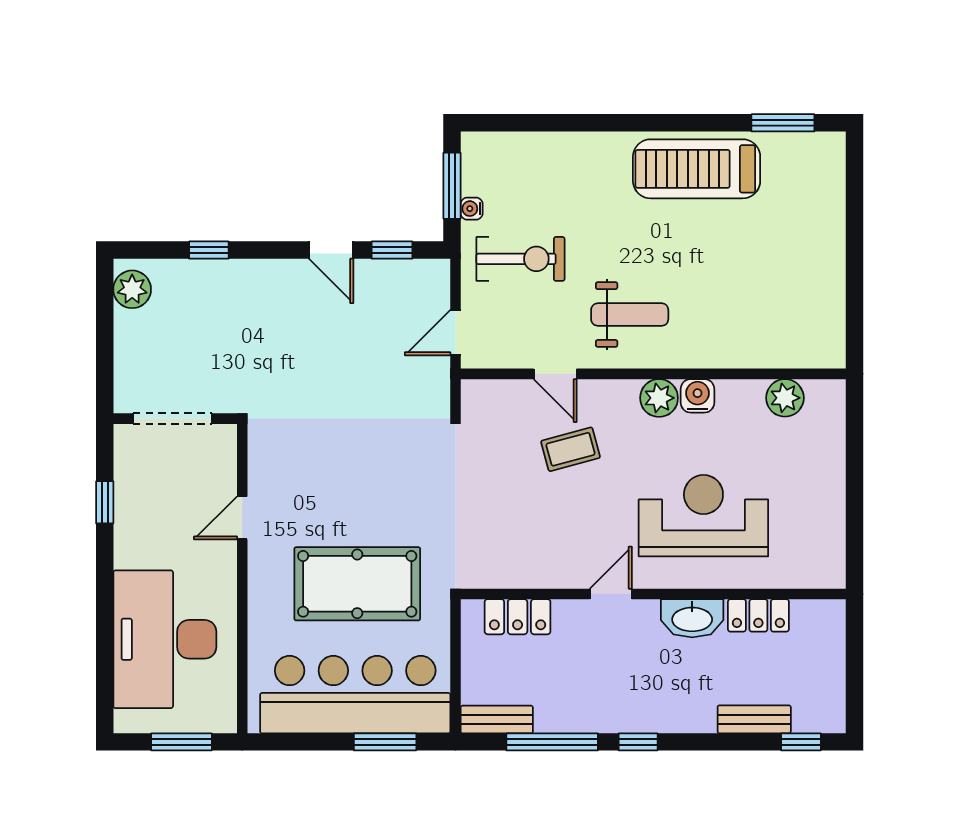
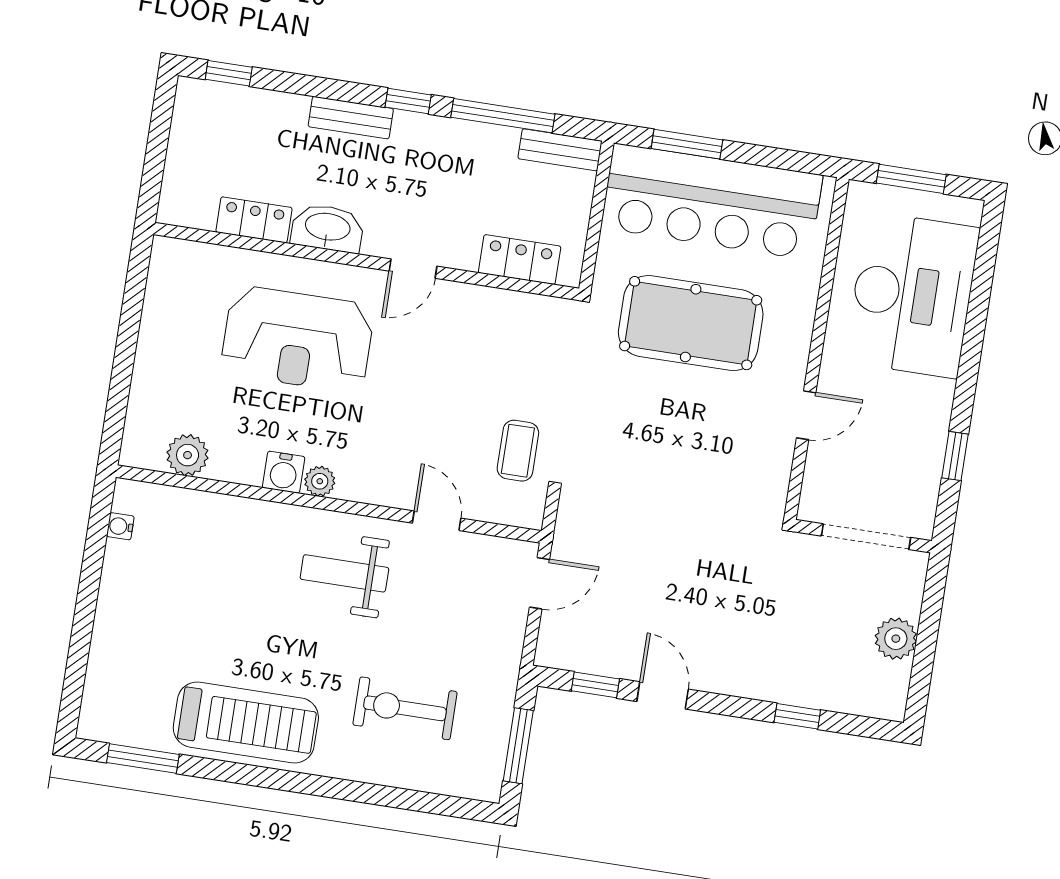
water cooler: (472, 209) -> (120, 526), moved, turned 180
exercise bike: (520, 259) -> (405, 708), moved
plant: (132, 289) -> (896, 639), moved
plant: (659, 398) -> (320, 481), width x0.73, depth x0.73
coffee table: (571, 449) -> (518, 451), moved, turned -75
bench: (754, 719) -> (351, 118), moved

